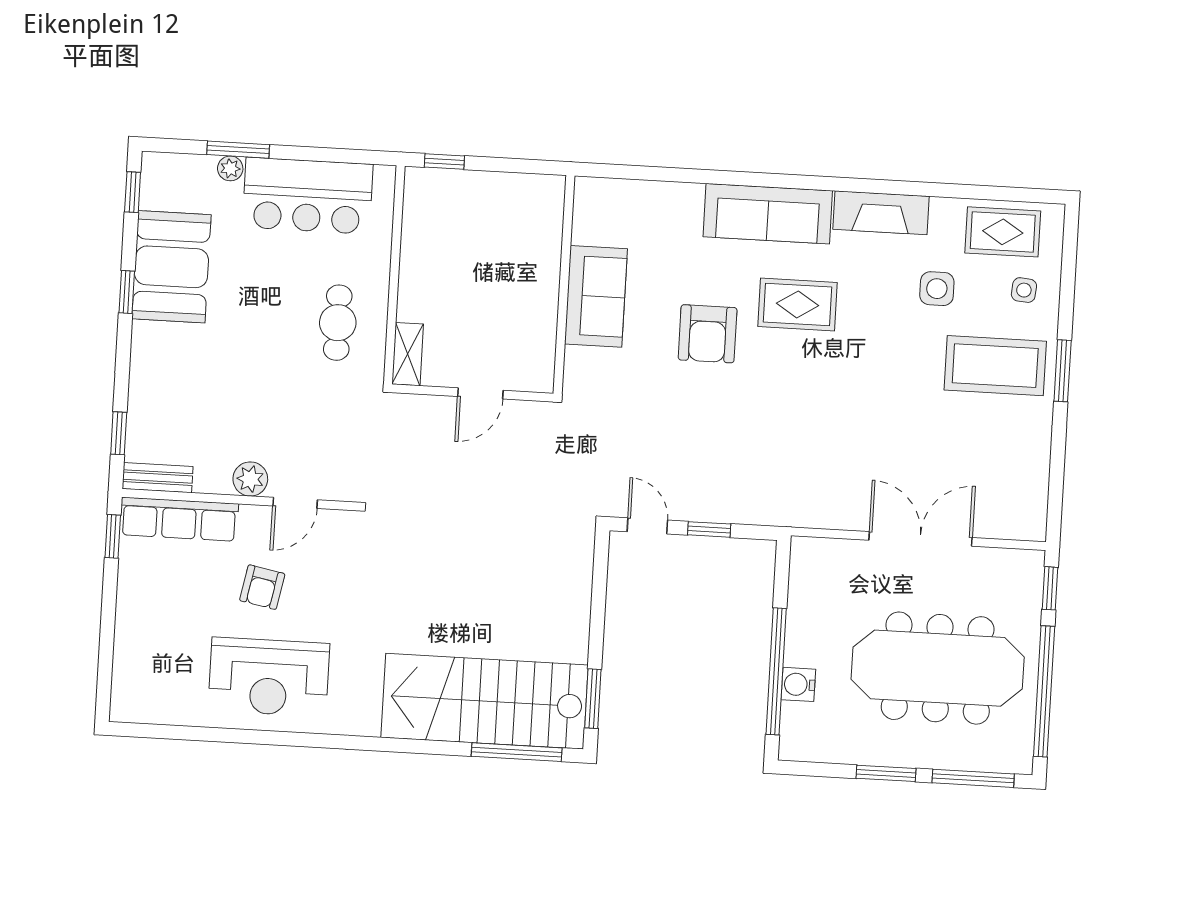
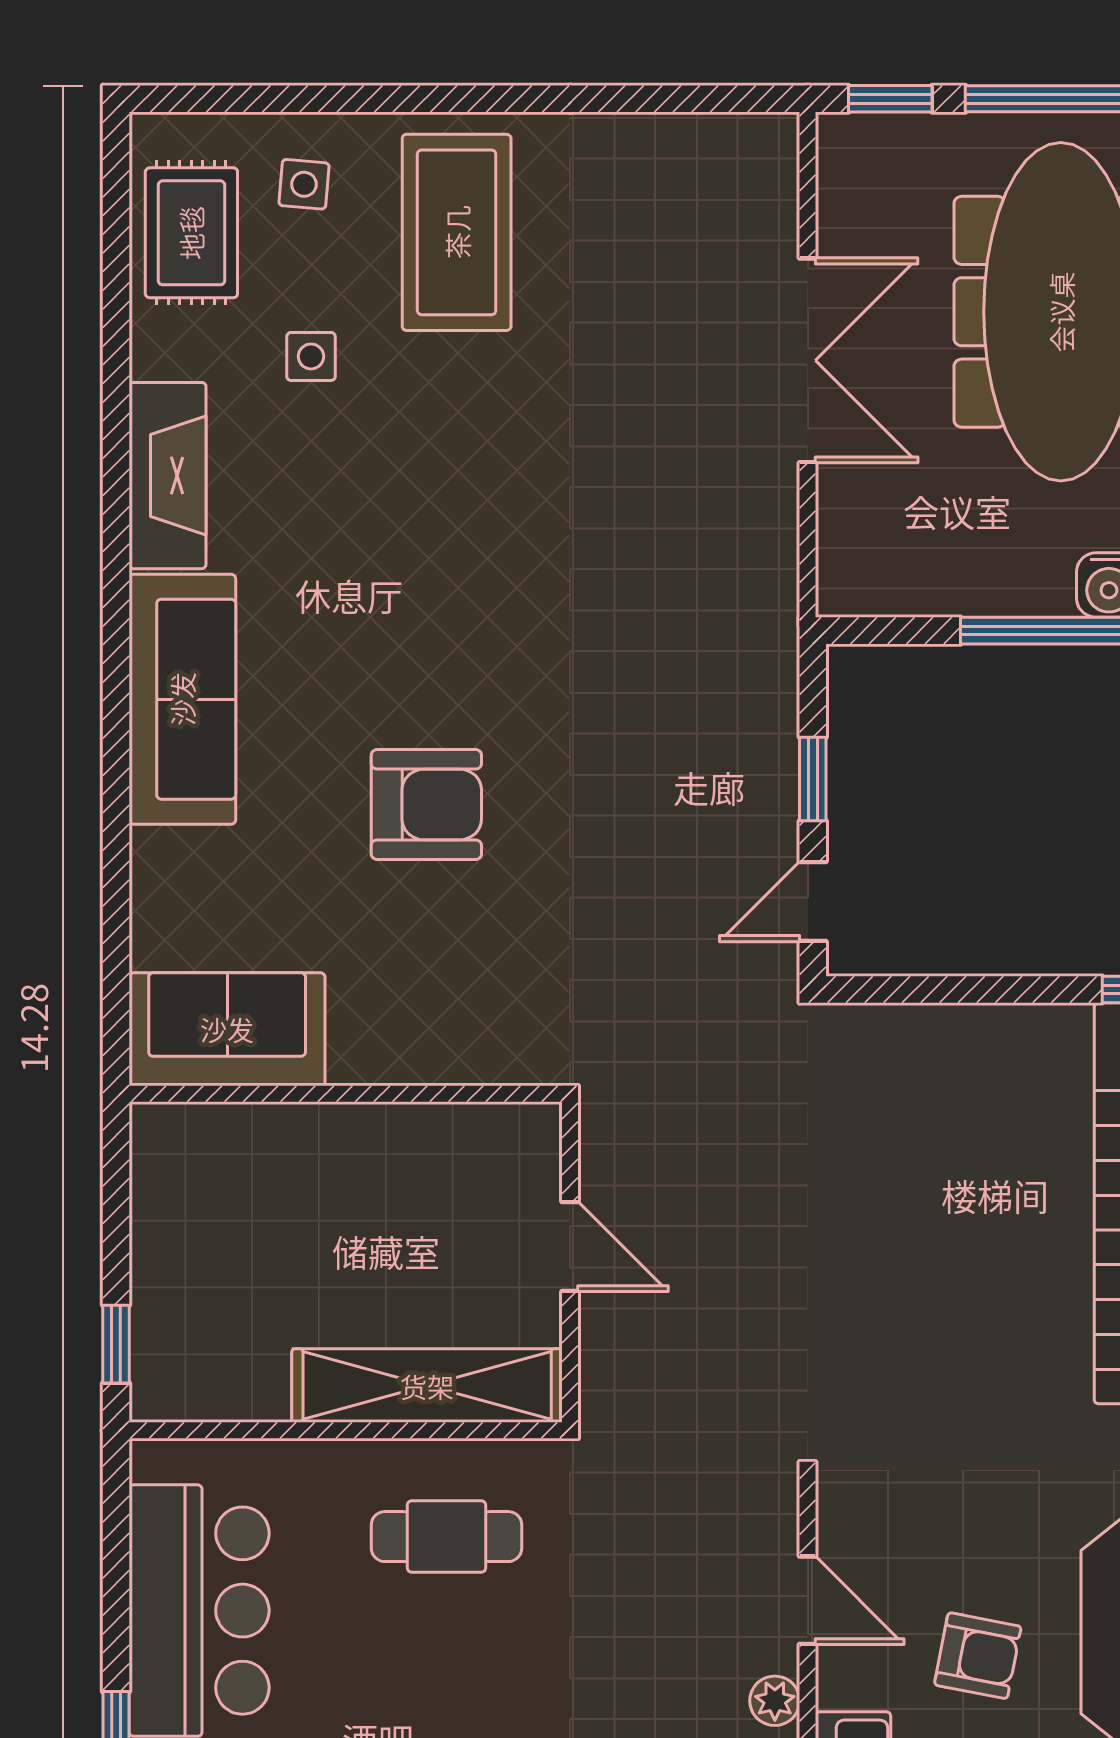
side table: (937, 289) -> (311, 356), width x0.73, depth x0.73
sofa: (596, 296) -> (227, 1029), moved
rug: (797, 304) -> (358, 630), removed
shelving: (408, 354) -> (427, 1386), width x2.20, depth x1.33
window: (1063, 371) -> (459, 99), removed
plant: (250, 479) -> (775, 1701), width x0.73, depth x0.73
double door: (920, 539) -> (808, 360), swing flipped

